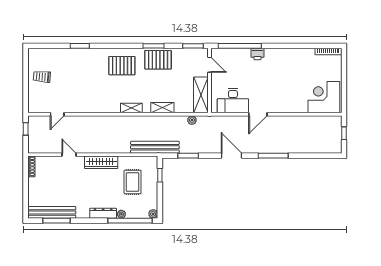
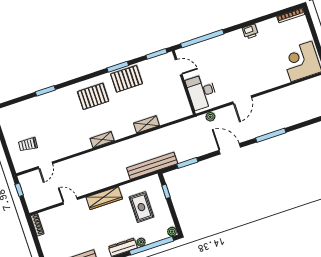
printer: (258, 54) -> (250, 31), moved
trolley: (42, 77) -> (28, 144), moved
shelving: (201, 95) -> (180, 99), removed
desk: (233, 101) -> (202, 92), moved, turned 90
shelving: (131, 108) -> (102, 140), moved
plant: (192, 120) -> (210, 117), moved

